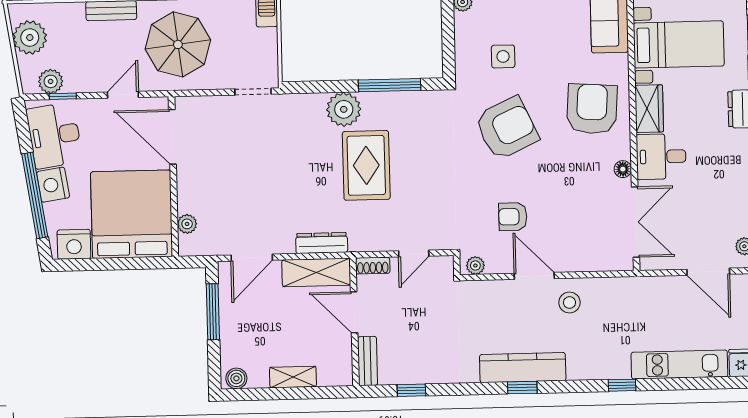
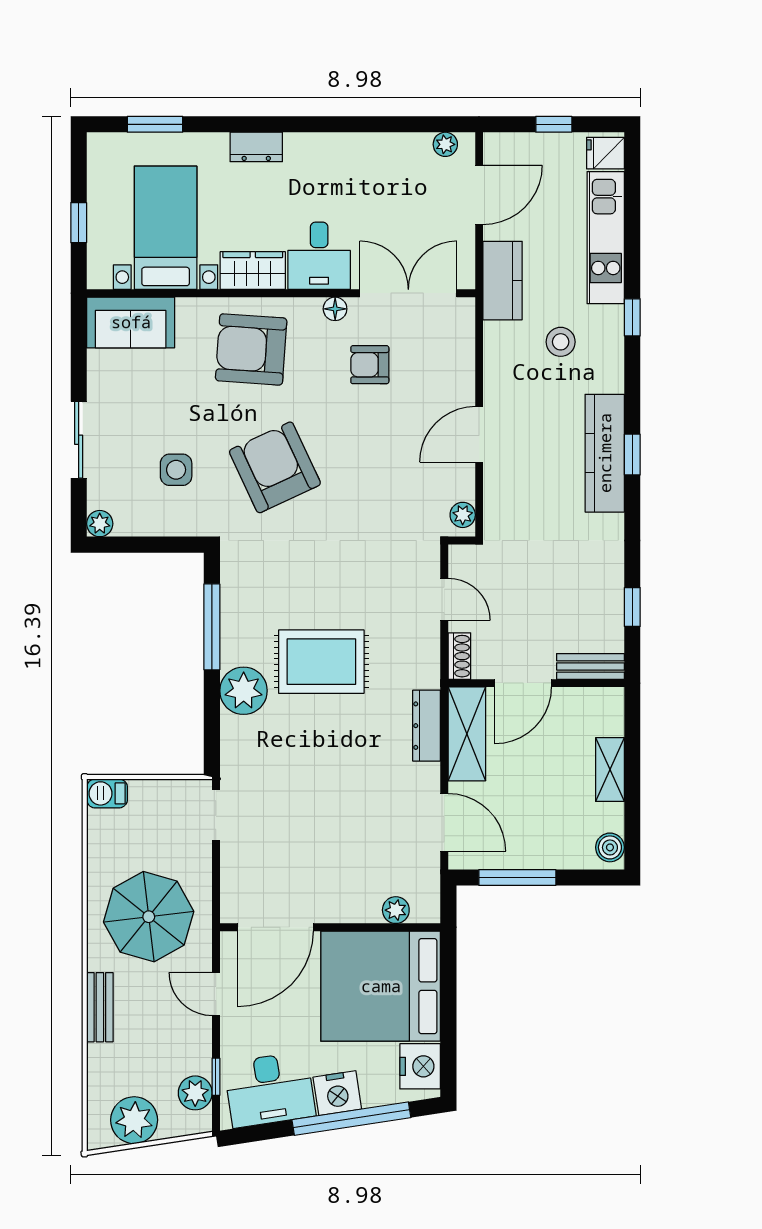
armchair: (513, 217) -> (370, 365), moved, turned 90
kitchen counter: (646, 290) -> (503, 281), added
stool: (569, 303) -> (561, 342), moved

